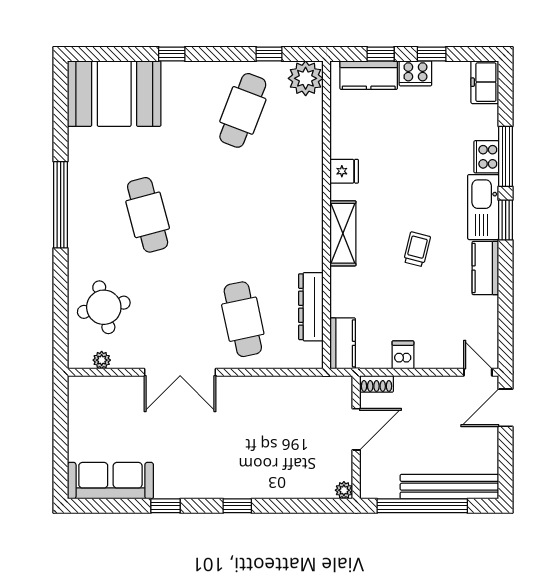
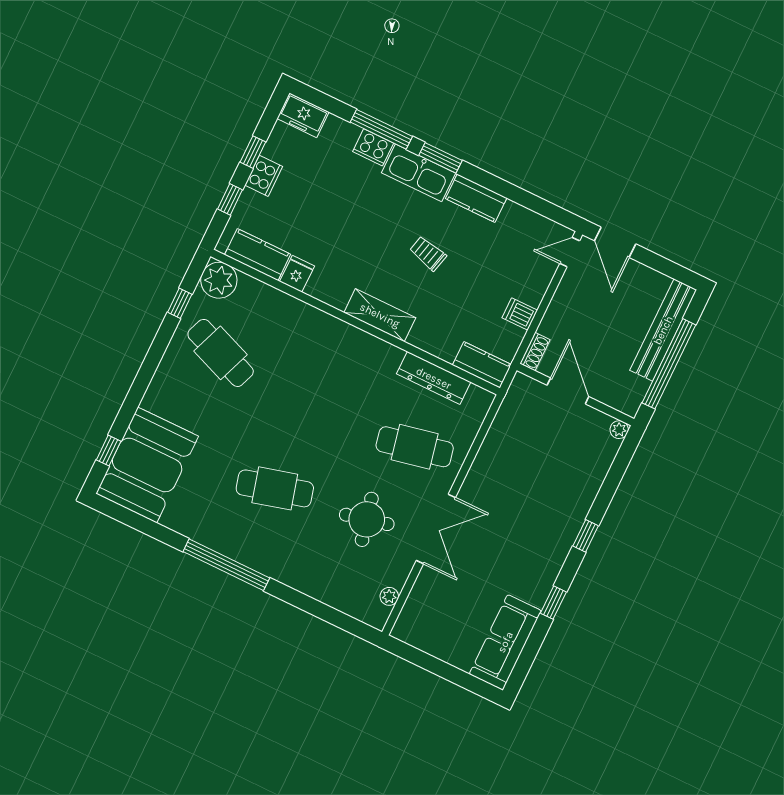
window: (172, 54) -> (109, 451), moved
kitchen counter: (369, 75) -> (258, 255), moved, turned -90
fridge: (344, 171) -> (297, 274), moved
round table: (104, 307) -> (367, 519), moved

